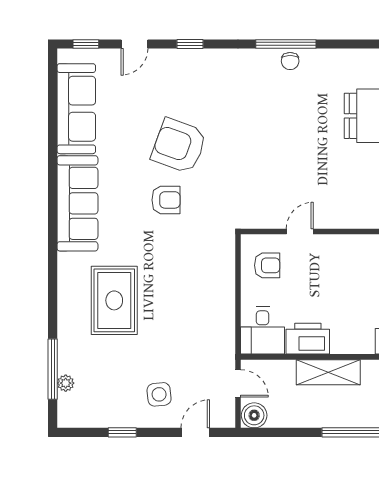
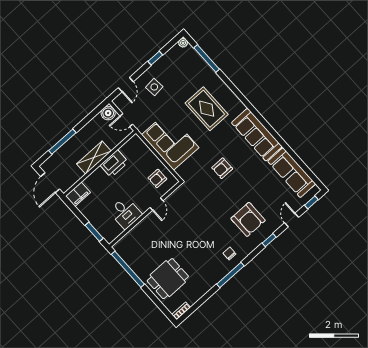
chair: (290, 61) -> (229, 254), moved
armchair: (179, 146) -> (248, 219), moved, turned 70
corner sofa: (204, 301) -> (170, 141), added
desk: (263, 331) -> (125, 213), moved, turned 180
plant: (66, 383) -> (183, 43), moved

